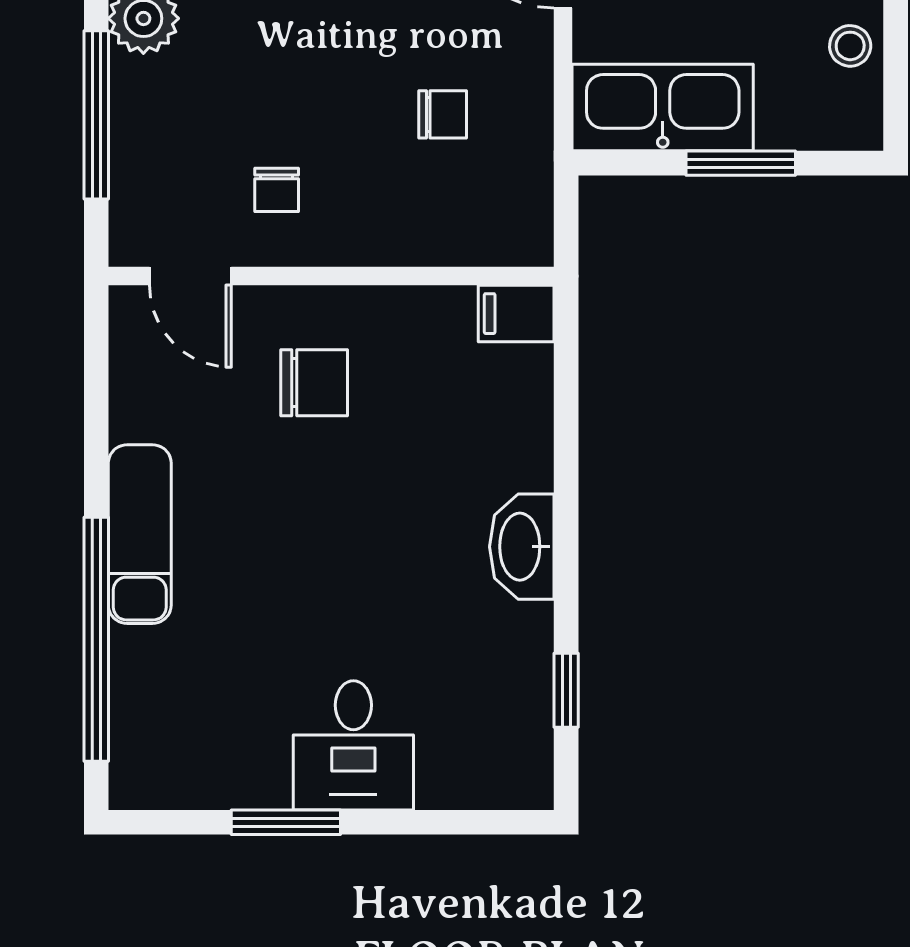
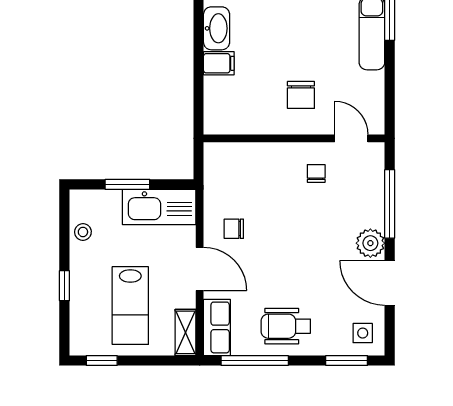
chair: (443, 114) -> (234, 229), moved
filing cabinet: (516, 314) -> (219, 63), moved
chair: (314, 383) -> (301, 95), turned -90

